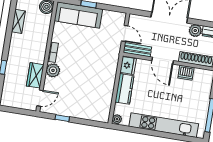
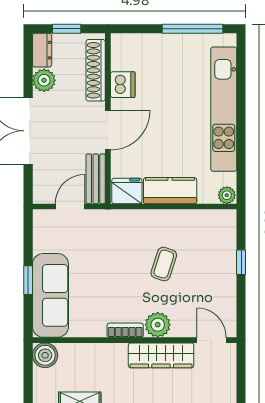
wardrobe: (35, 75) -> (161, 355), width x1.50
coffee table: (85, 79) -> (164, 264), added
window: (62, 118) -> (241, 262), moved

